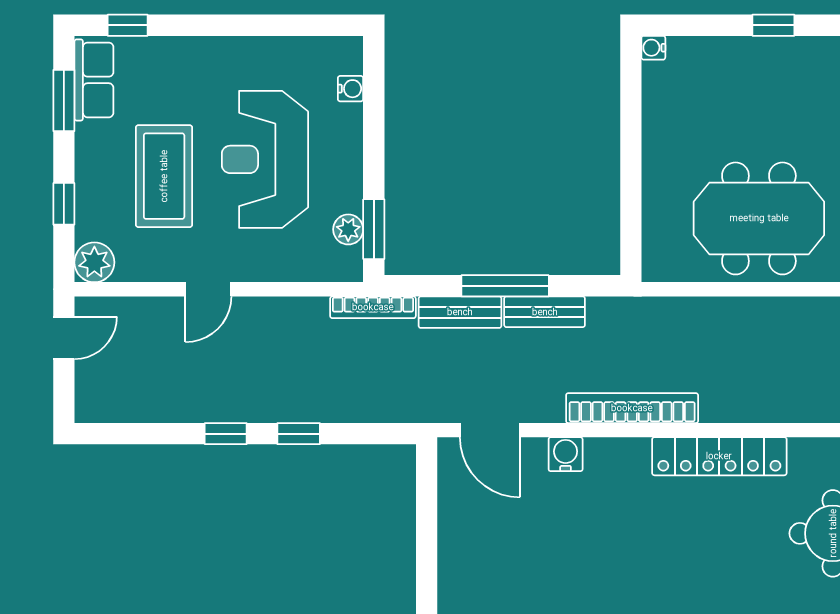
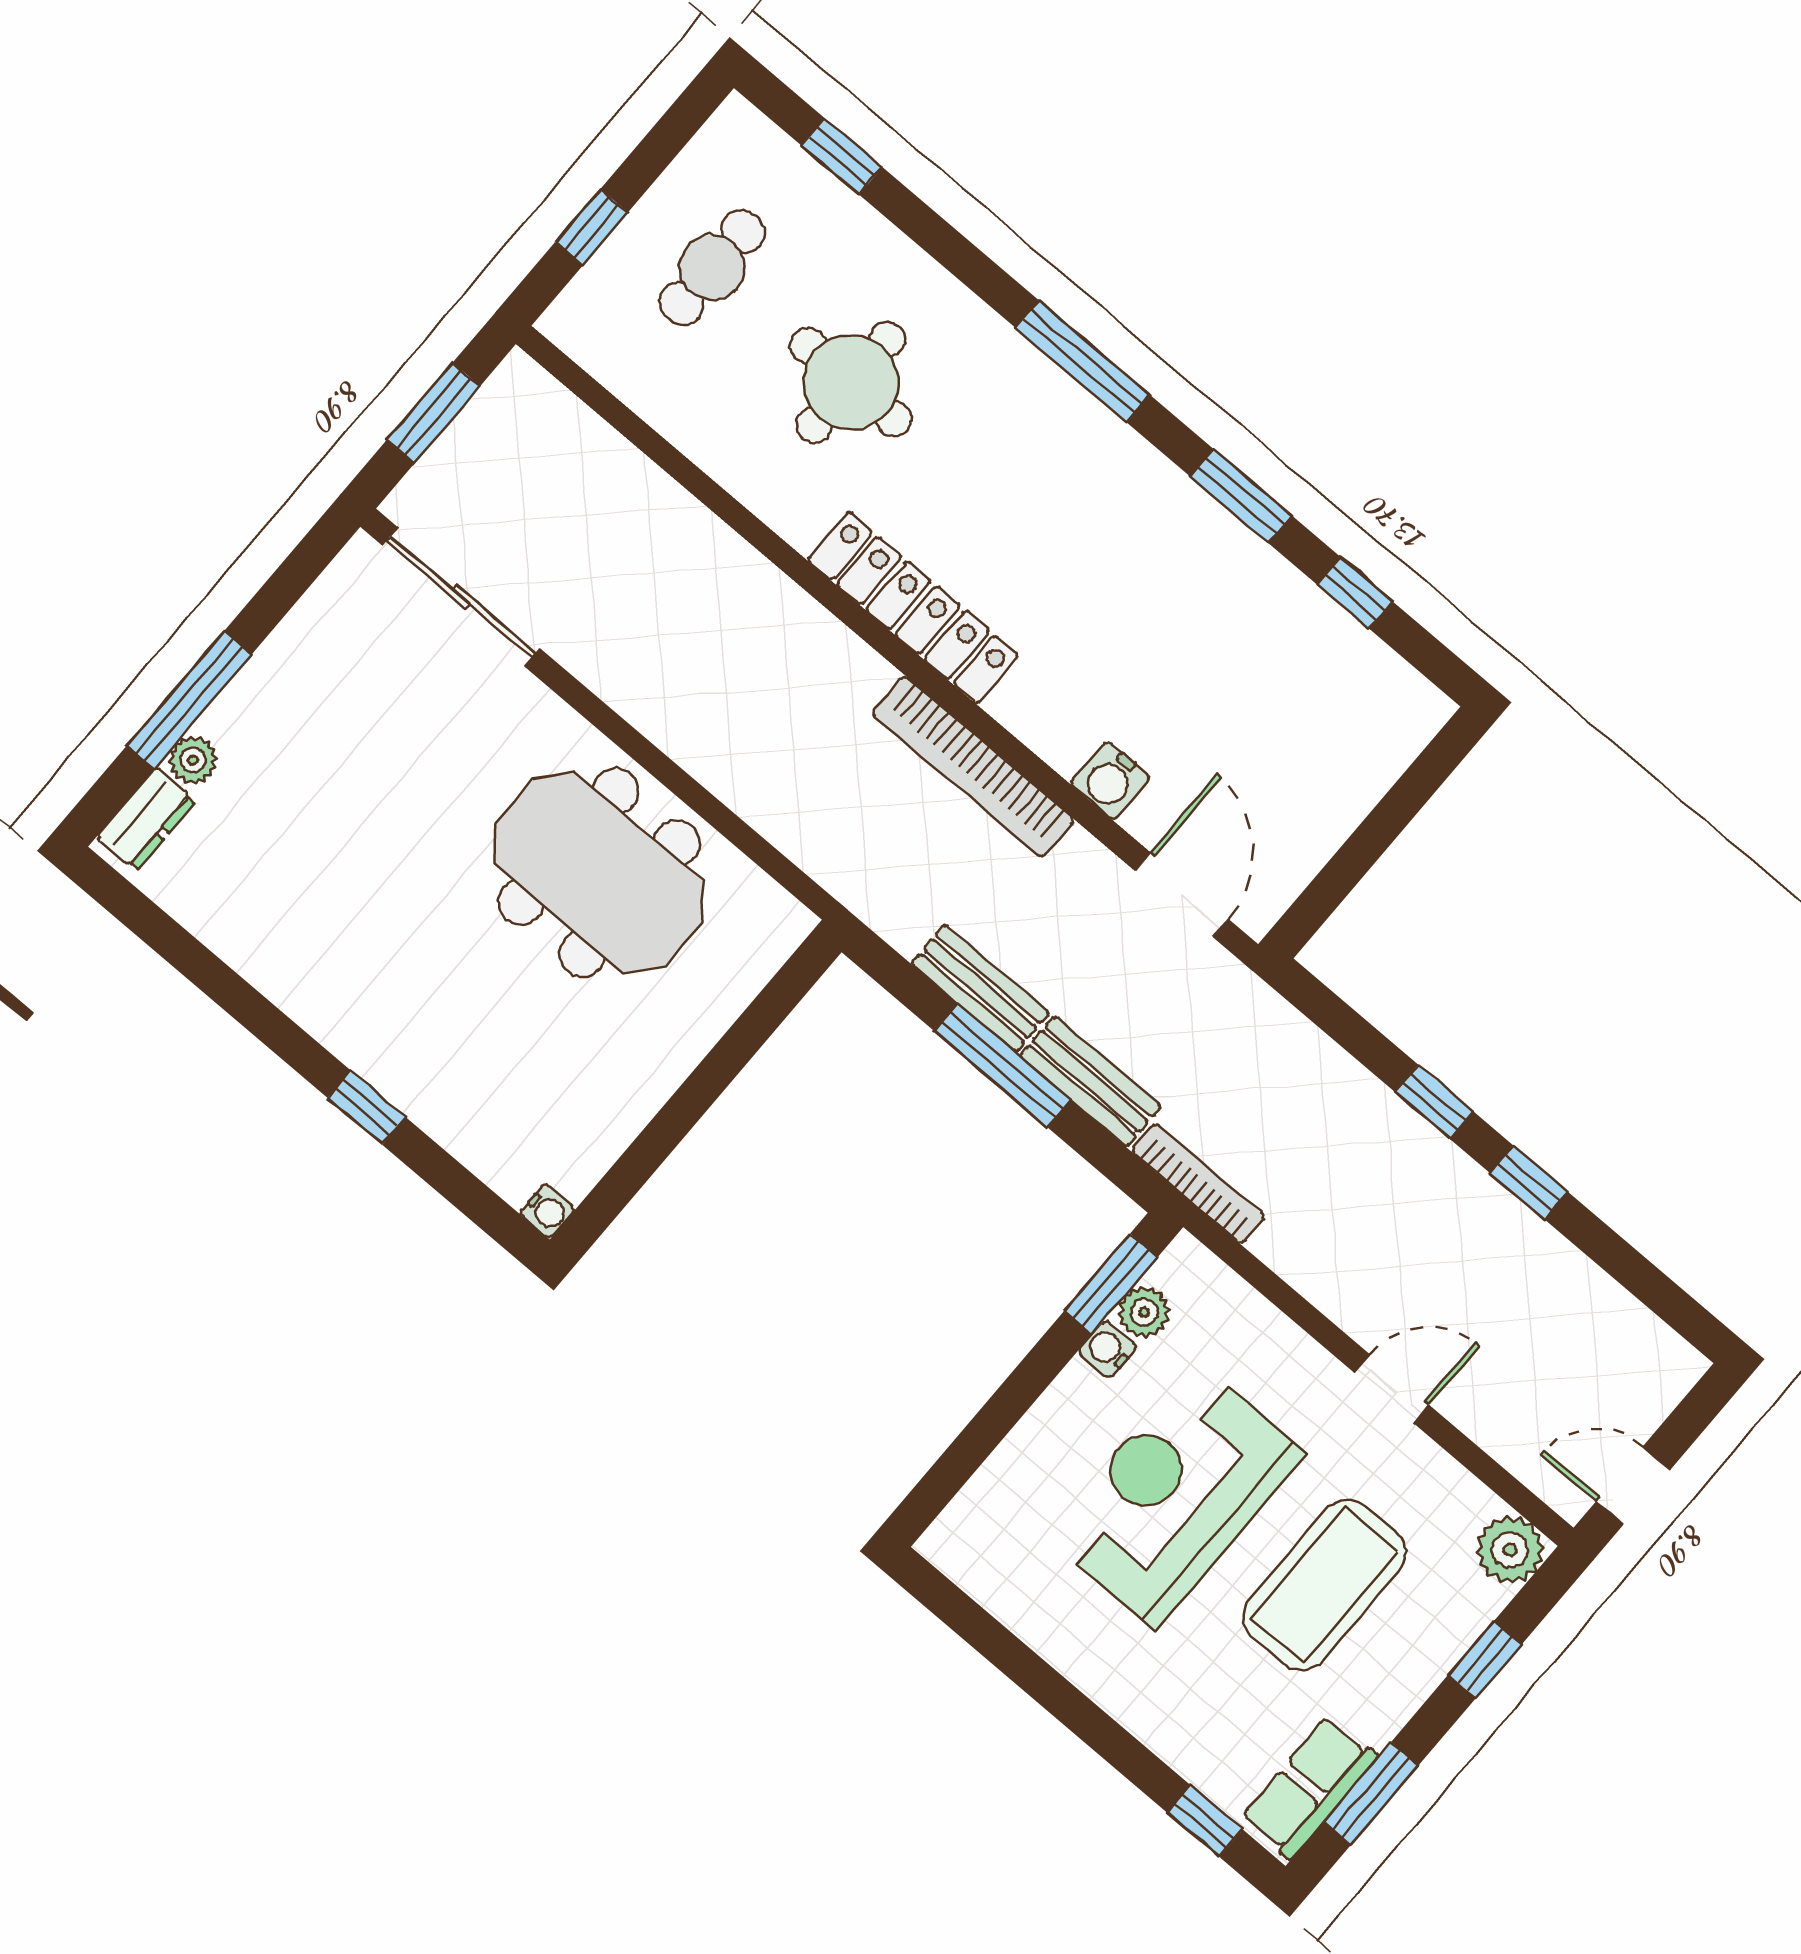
water cooler: (350, 89) -> (1108, 1349), moved
reception desk: (265, 159) -> (1175, 1495), turned 180

